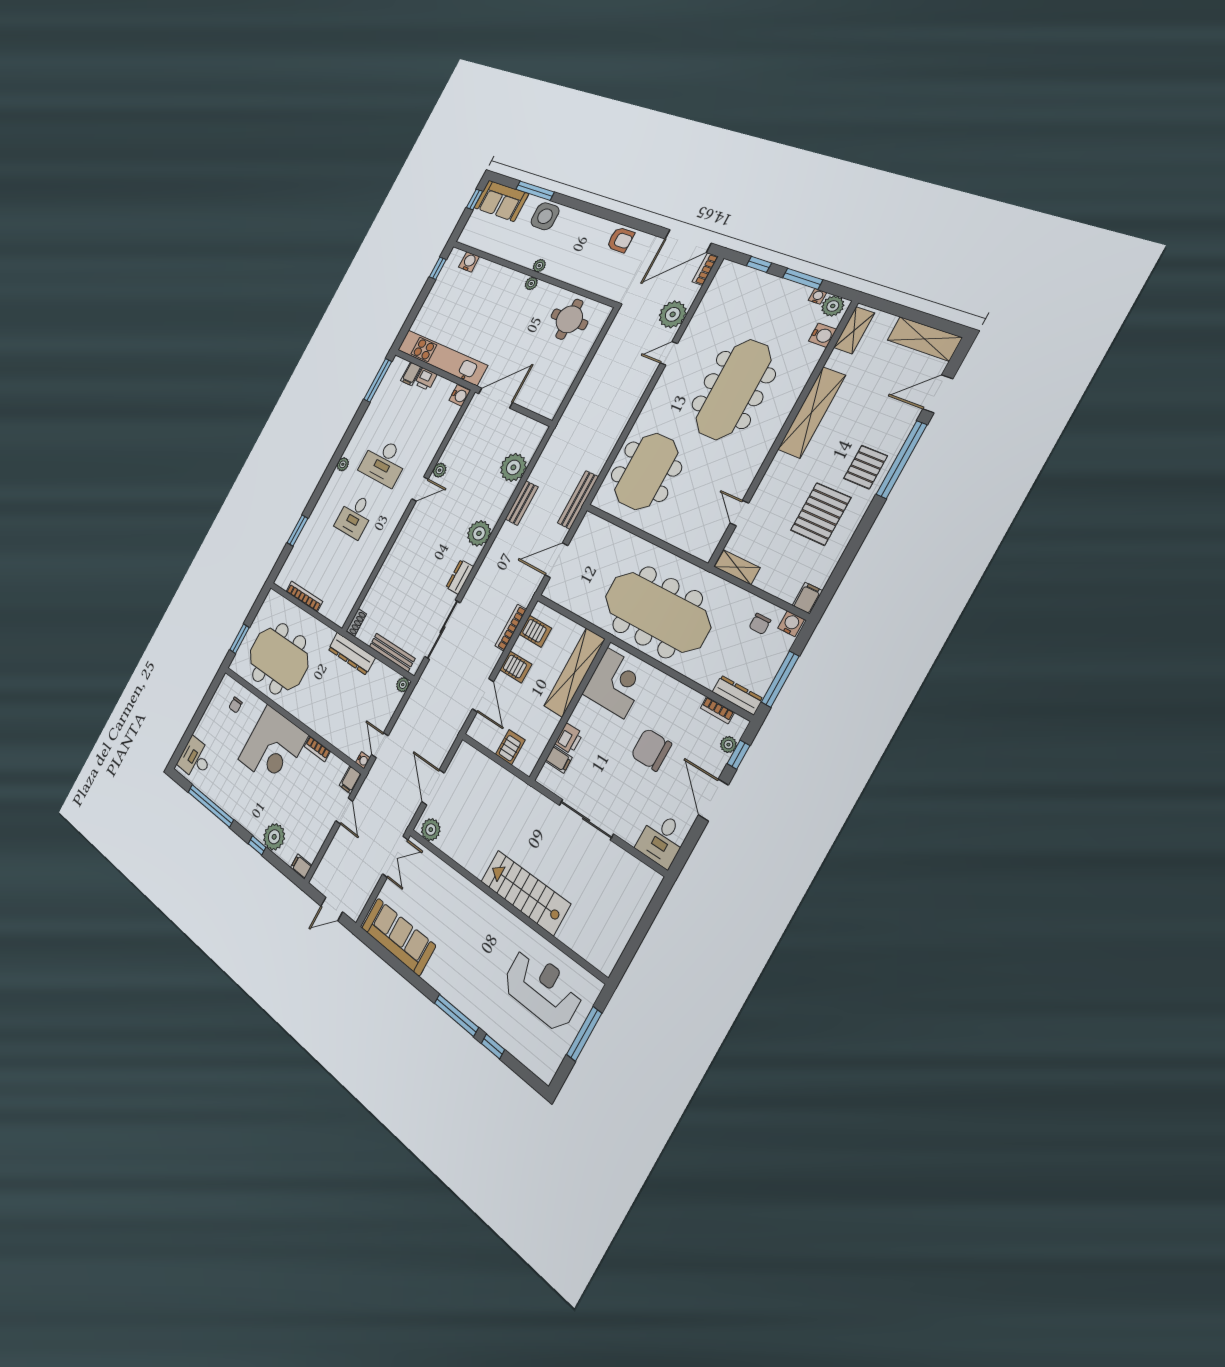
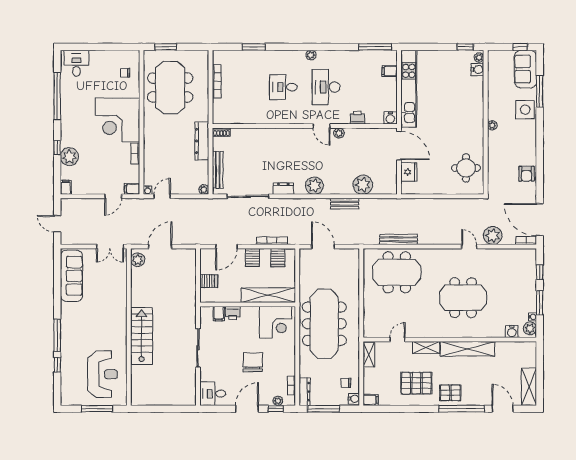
plant: (531, 283) -> (479, 58), moved
shelving: (854, 330) -> (426, 347), moved
printer: (426, 379) -> (357, 118), moved, turned 90
meeting table: (733, 390) -> (463, 298), width x0.73
fridge: (532, 398) -> (409, 172), added
bench: (578, 500) -> (398, 239), moved

